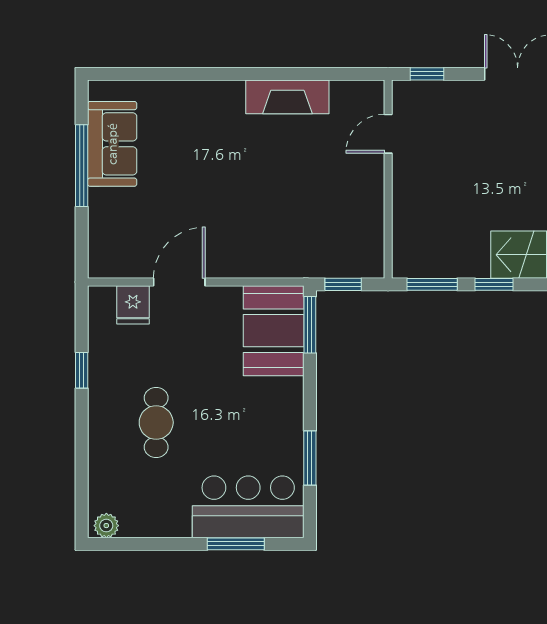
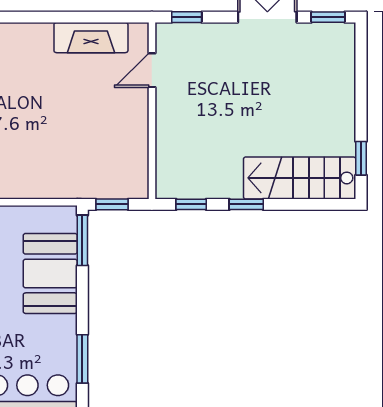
fireplace: (287, 97) -> (91, 38), moved
window: (432, 284) -> (191, 204), width x0.67
booth: (274, 331) -> (50, 273), moved

